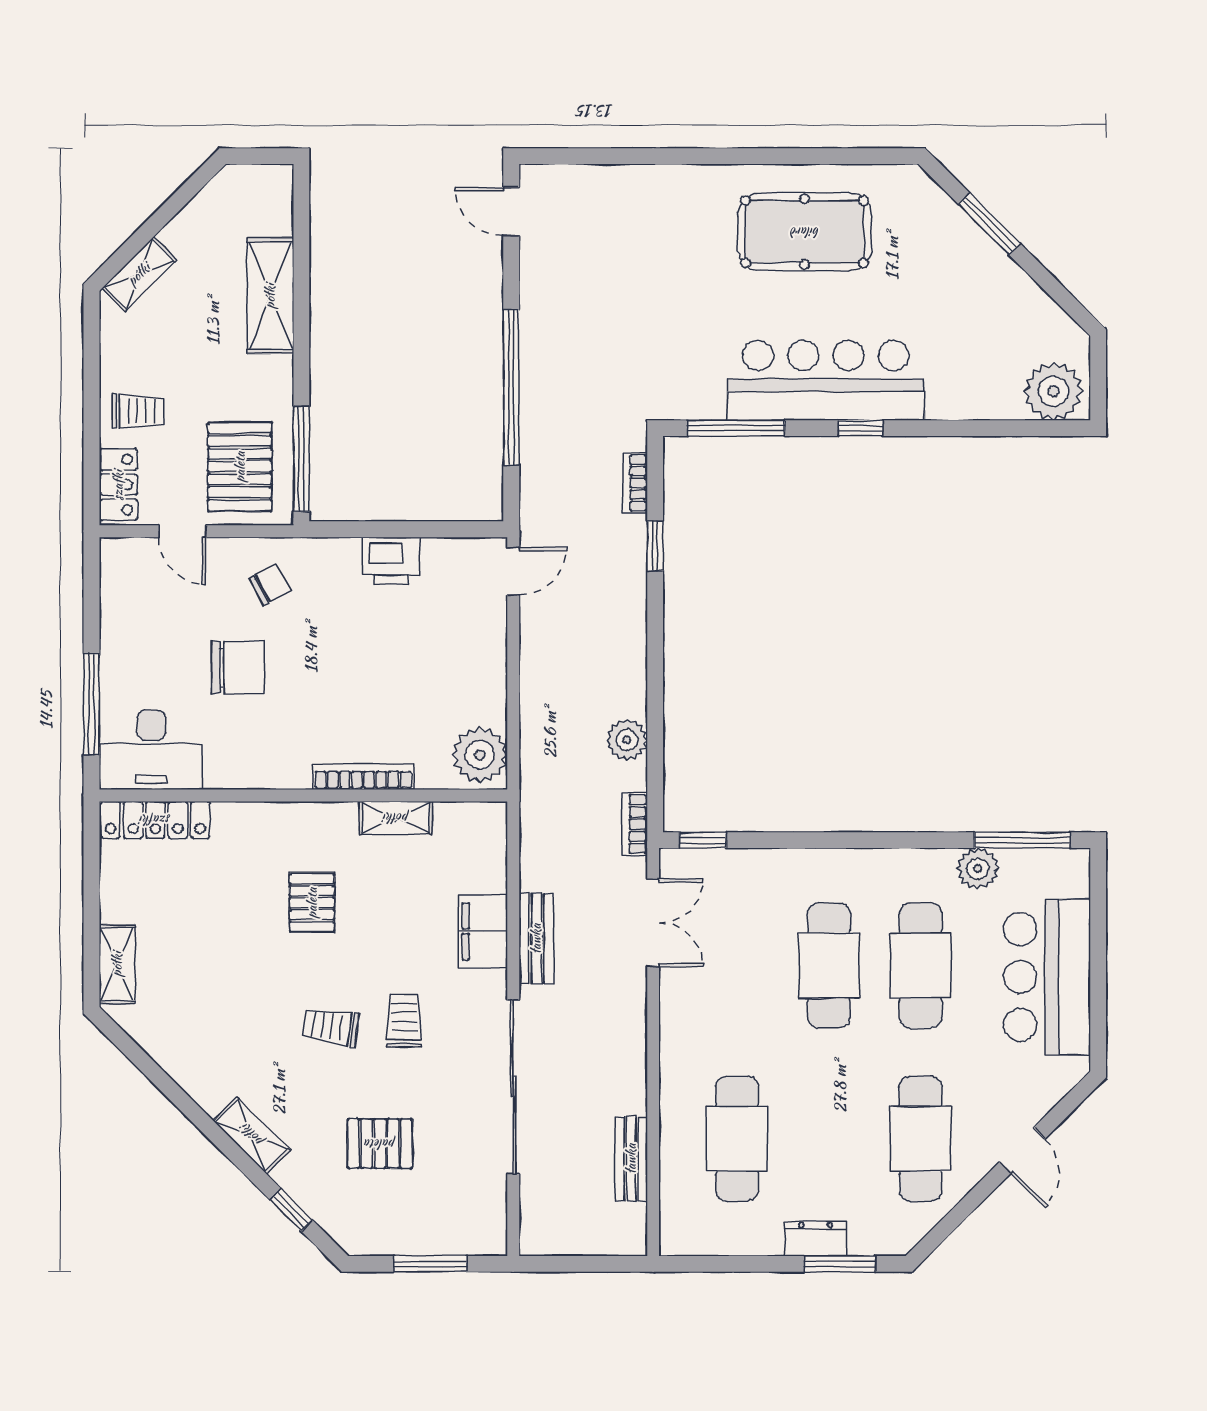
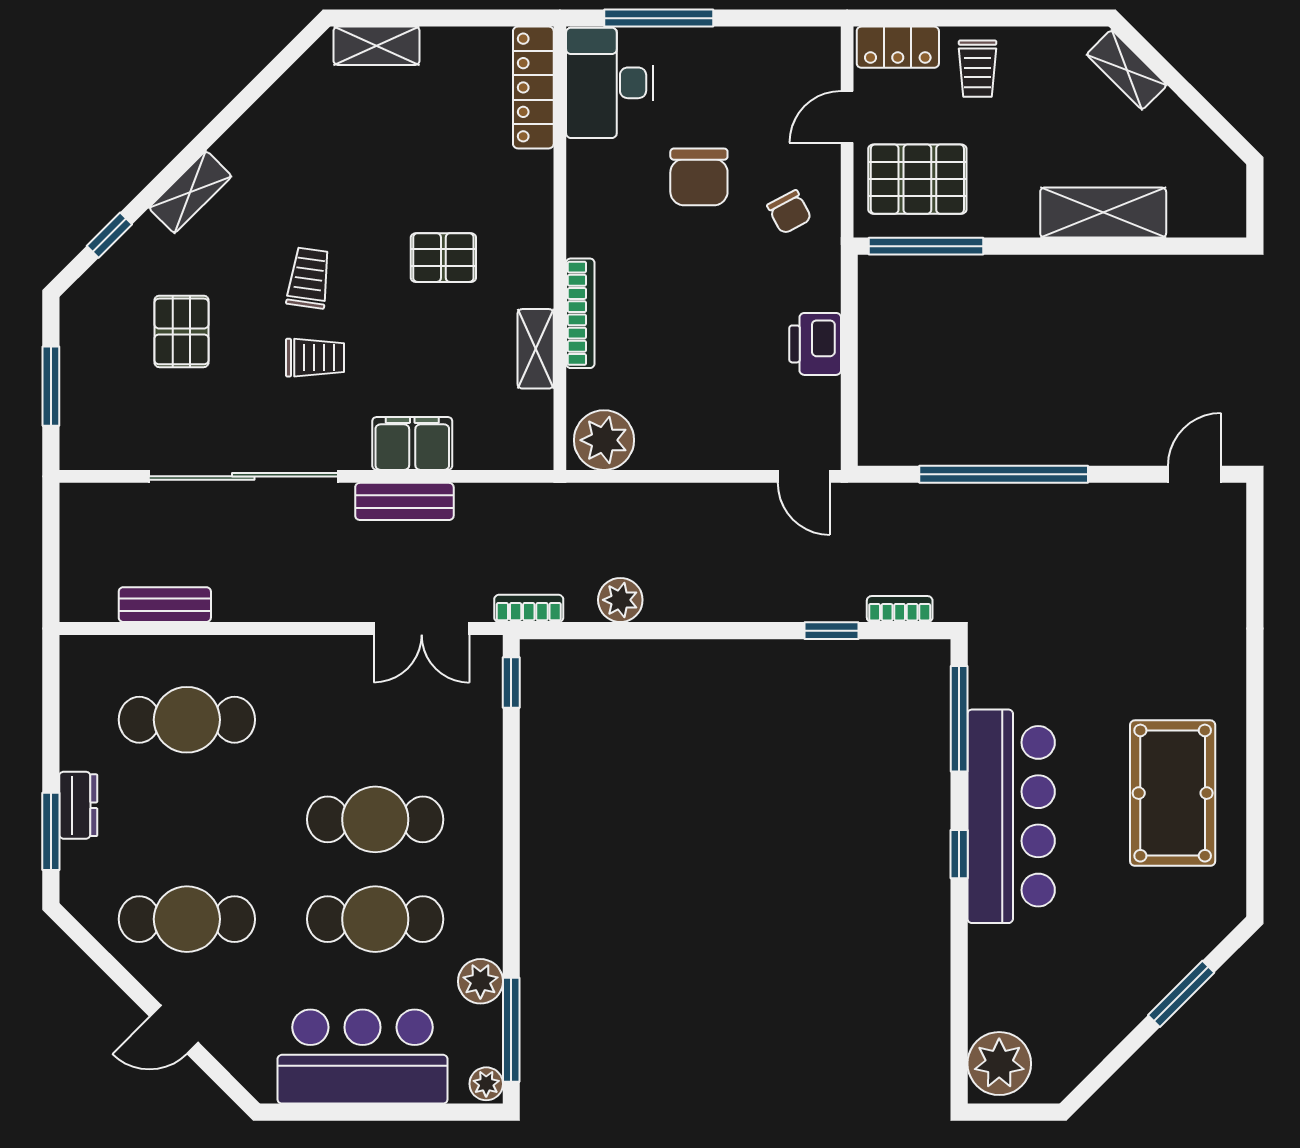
plant: (1072, 863) -> (486, 1084), added

